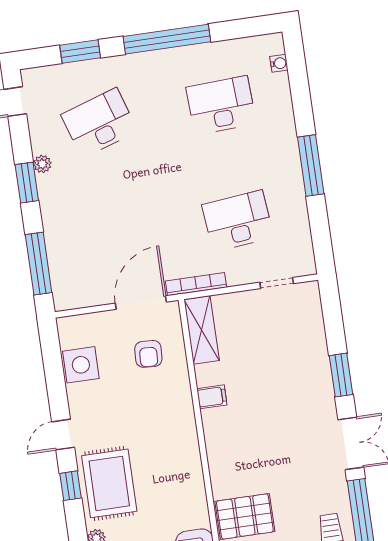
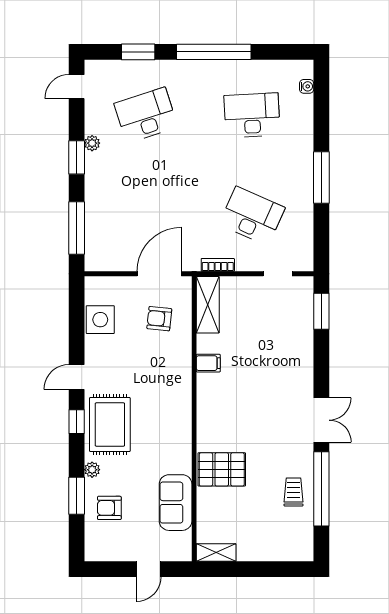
desk: (238, 221) -> (252, 216), turned 30
bookcase: (196, 284) -> (218, 265), width x0.64
armchair: (148, 354) -> (159, 319), turned 93
window: (341, 375) -> (321, 311), moved

